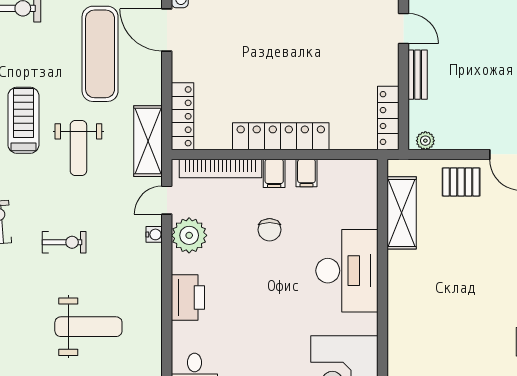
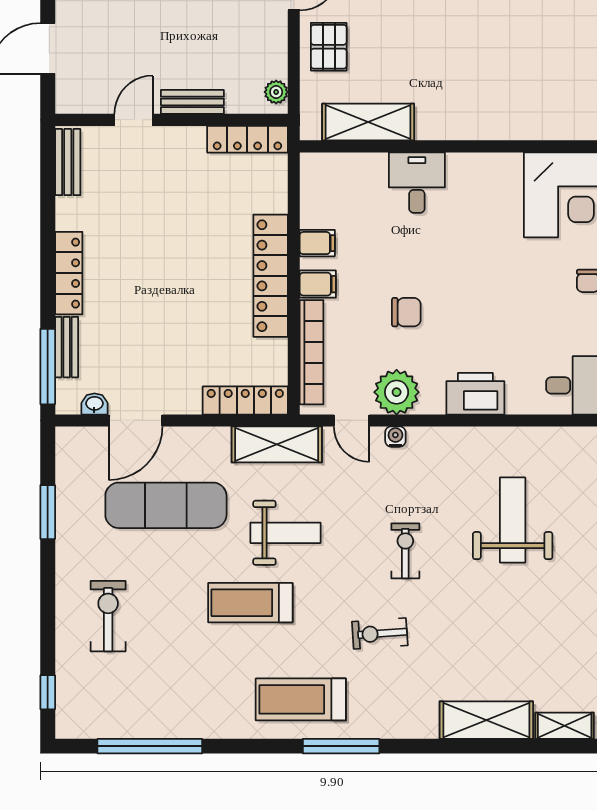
chair: (270, 230) -> (406, 312), moved
desk: (347, 271) -> (417, 183), width x0.53, depth x0.77

